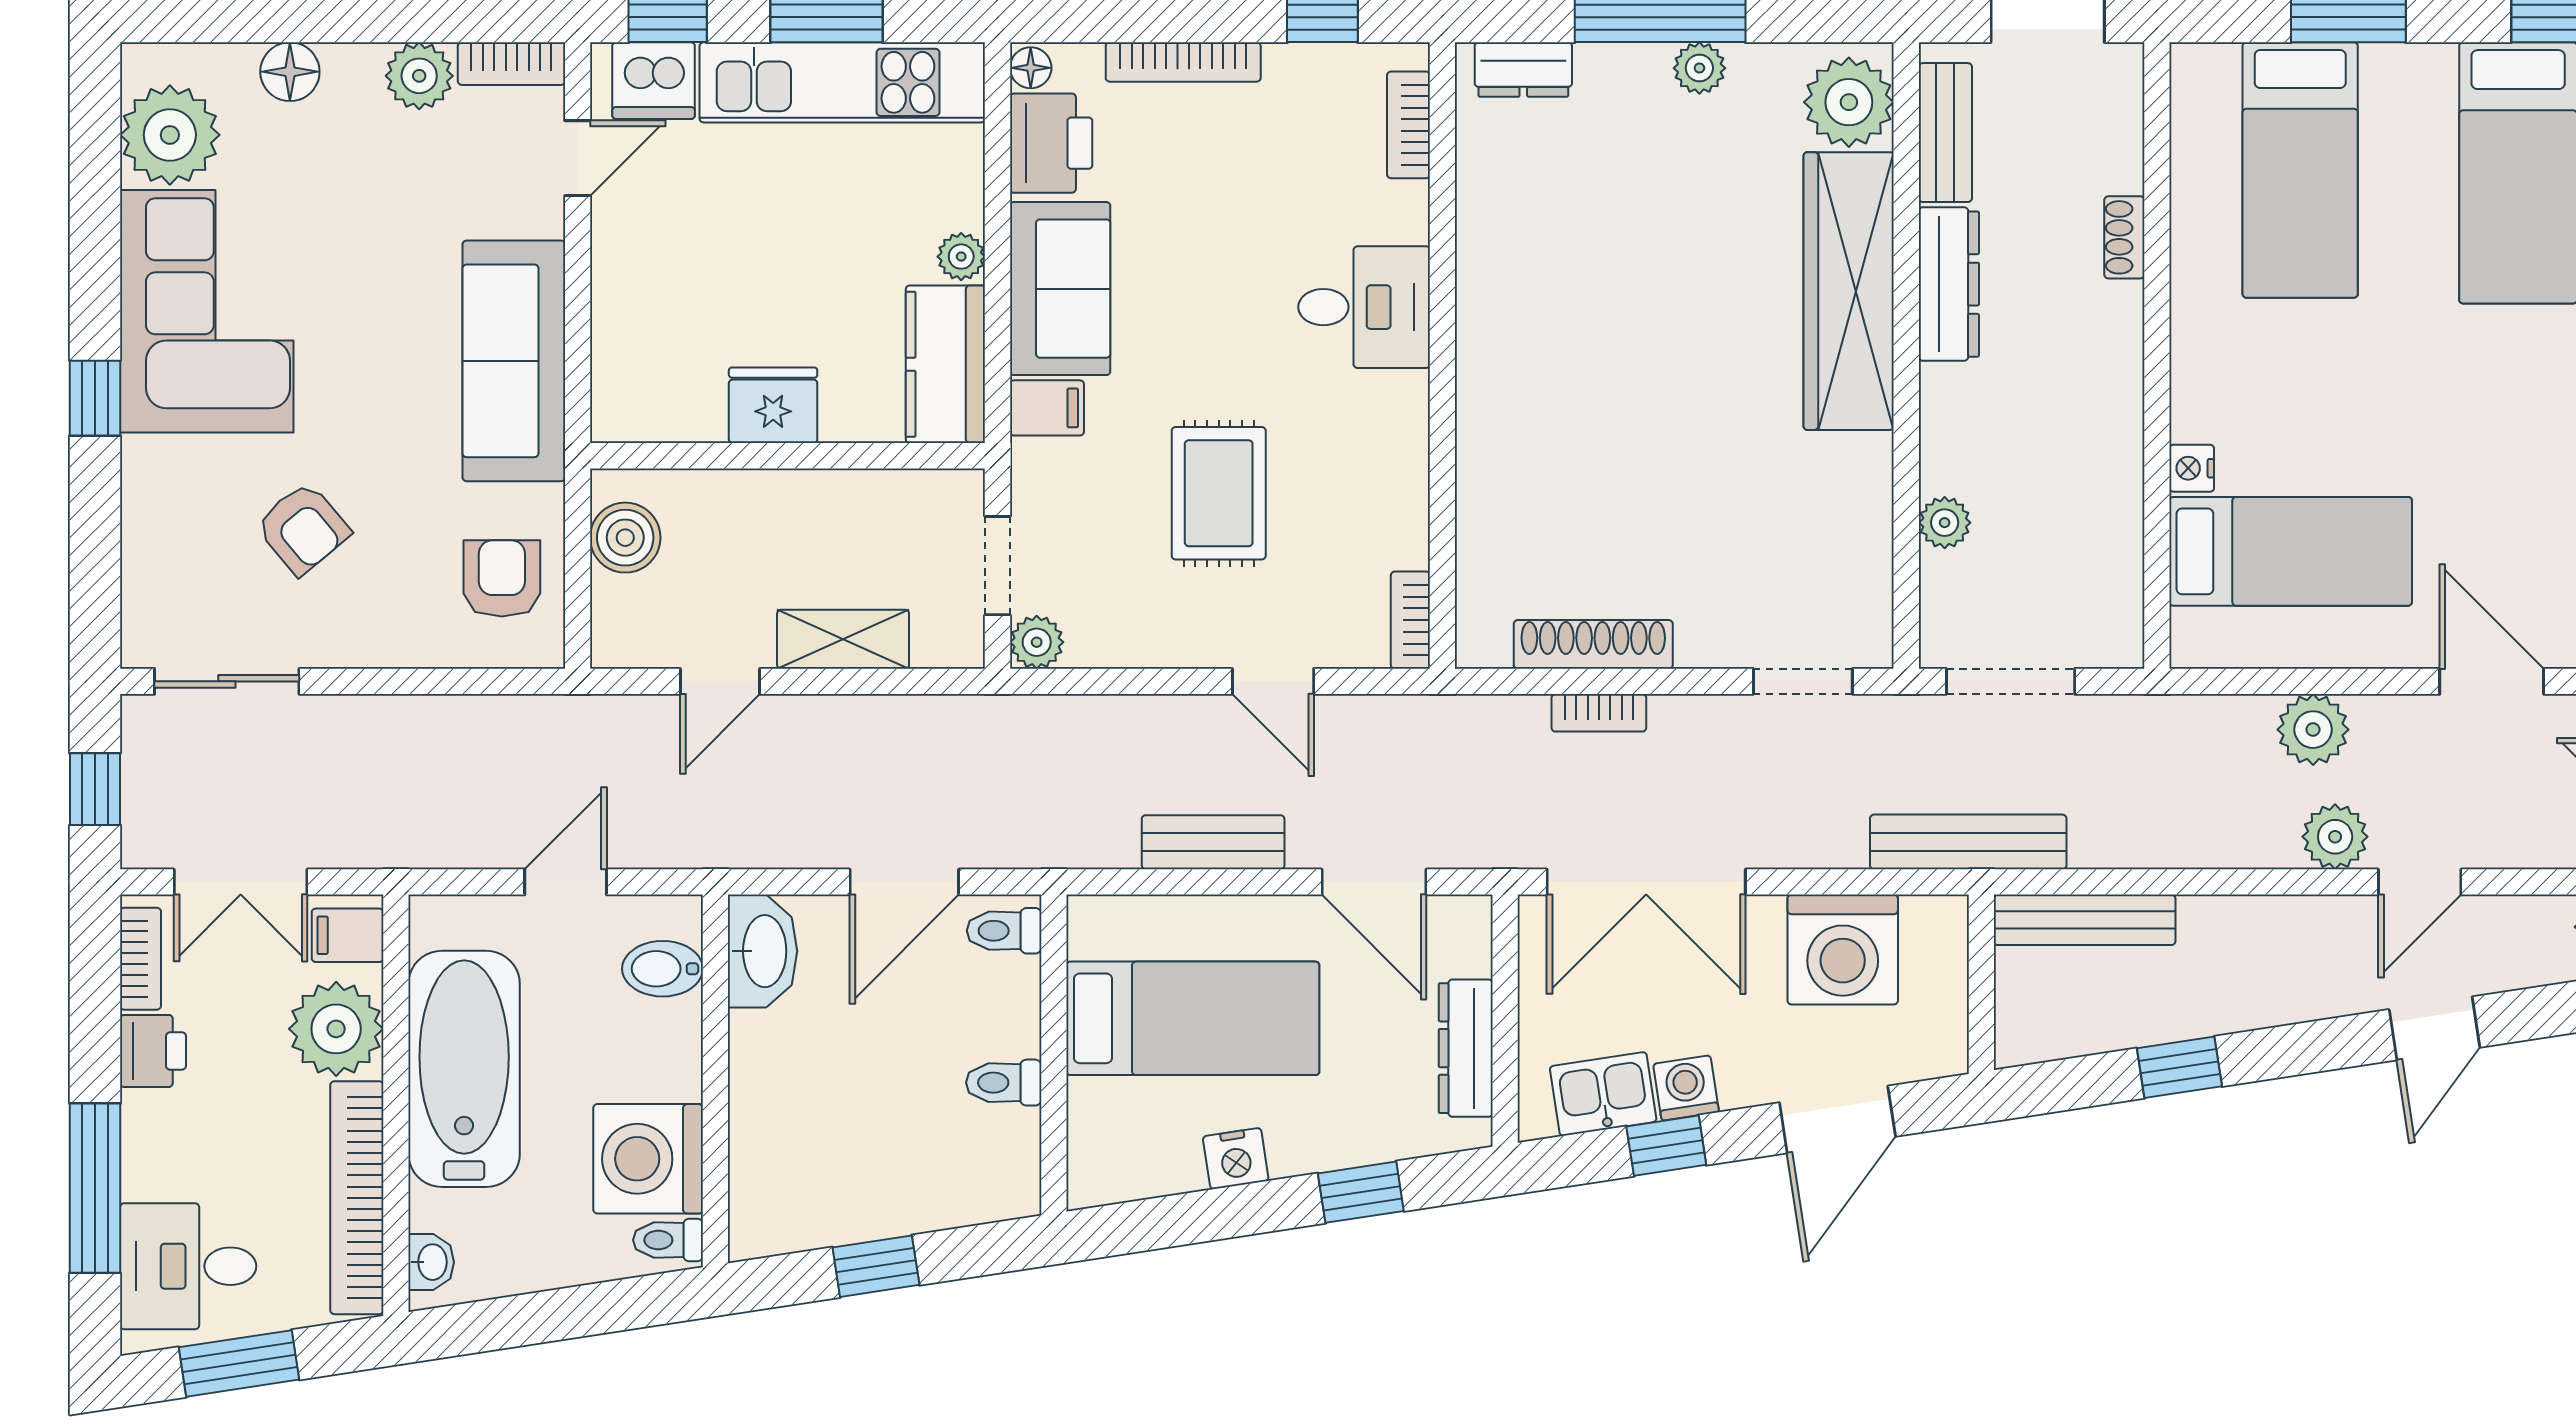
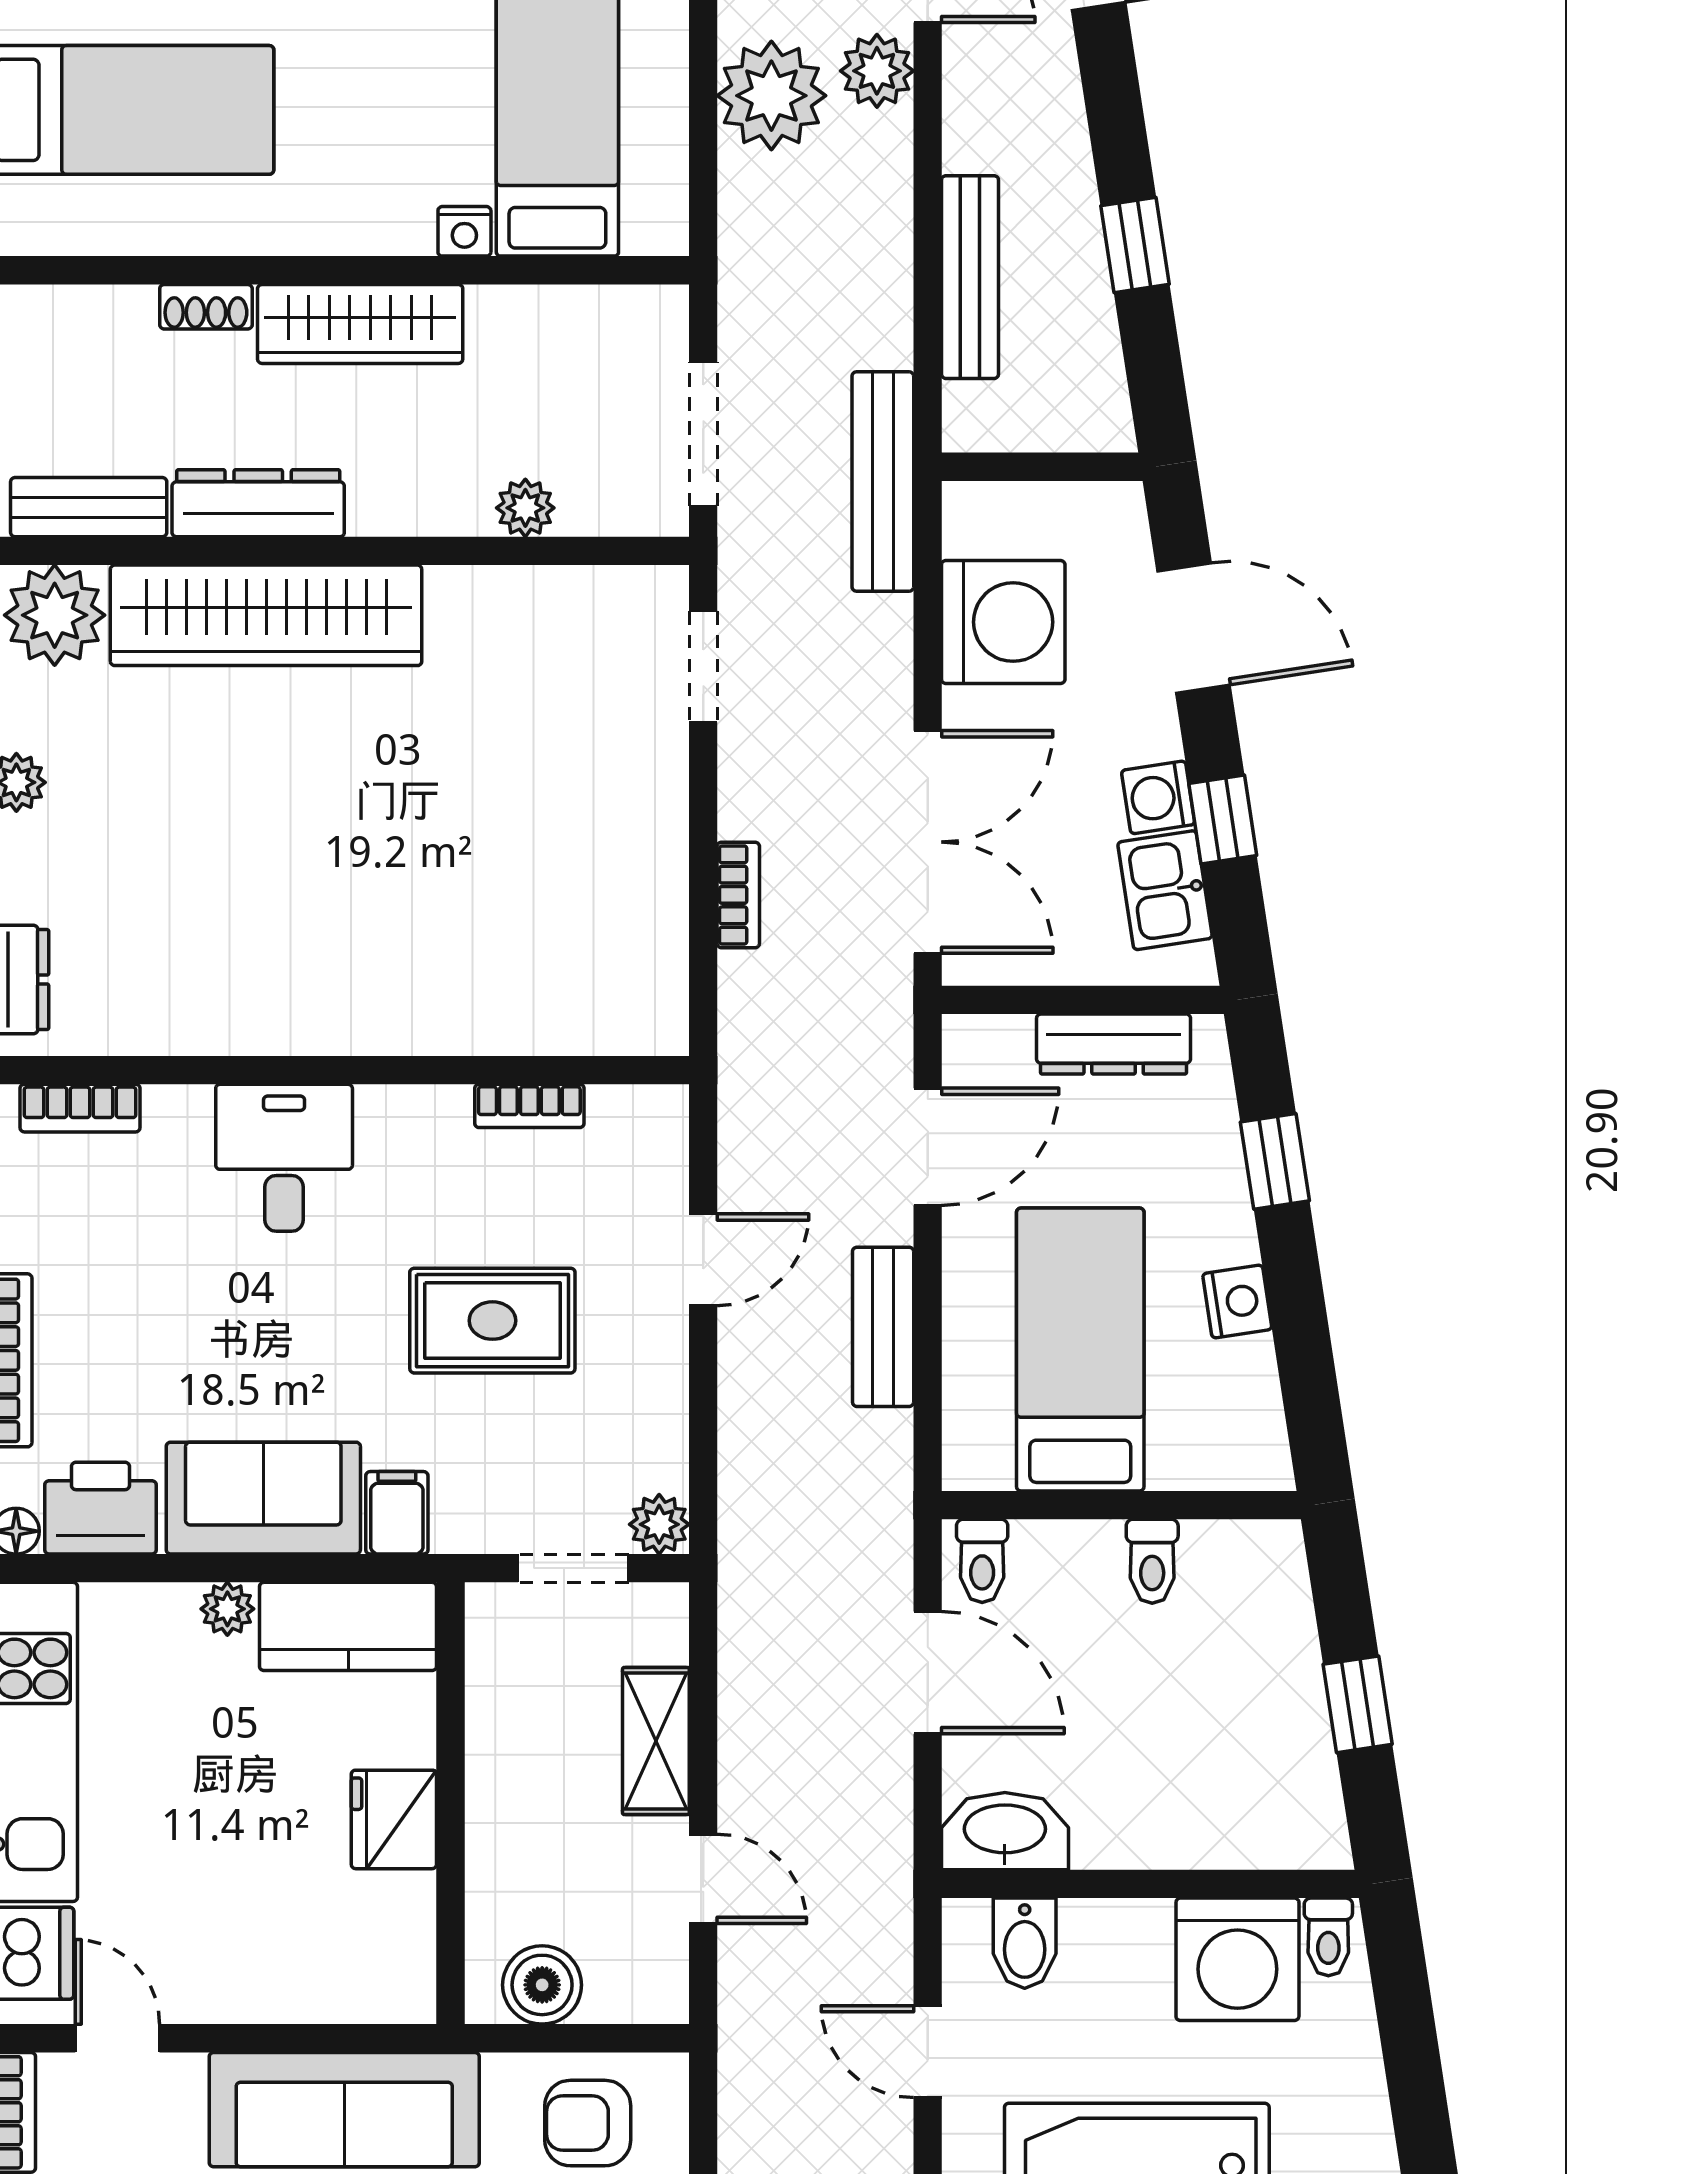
wardrobe: (2109, 375) -> (360, 324), added
bookcase: (1410, 620) -> (529, 1106), moved
shoe rack: (1593, 644) -> (662, 901), removed
plant: (2313, 730) -> (771, 96), width x1.36, depth x1.36
bench: (2085, 920) -> (970, 277), moved

